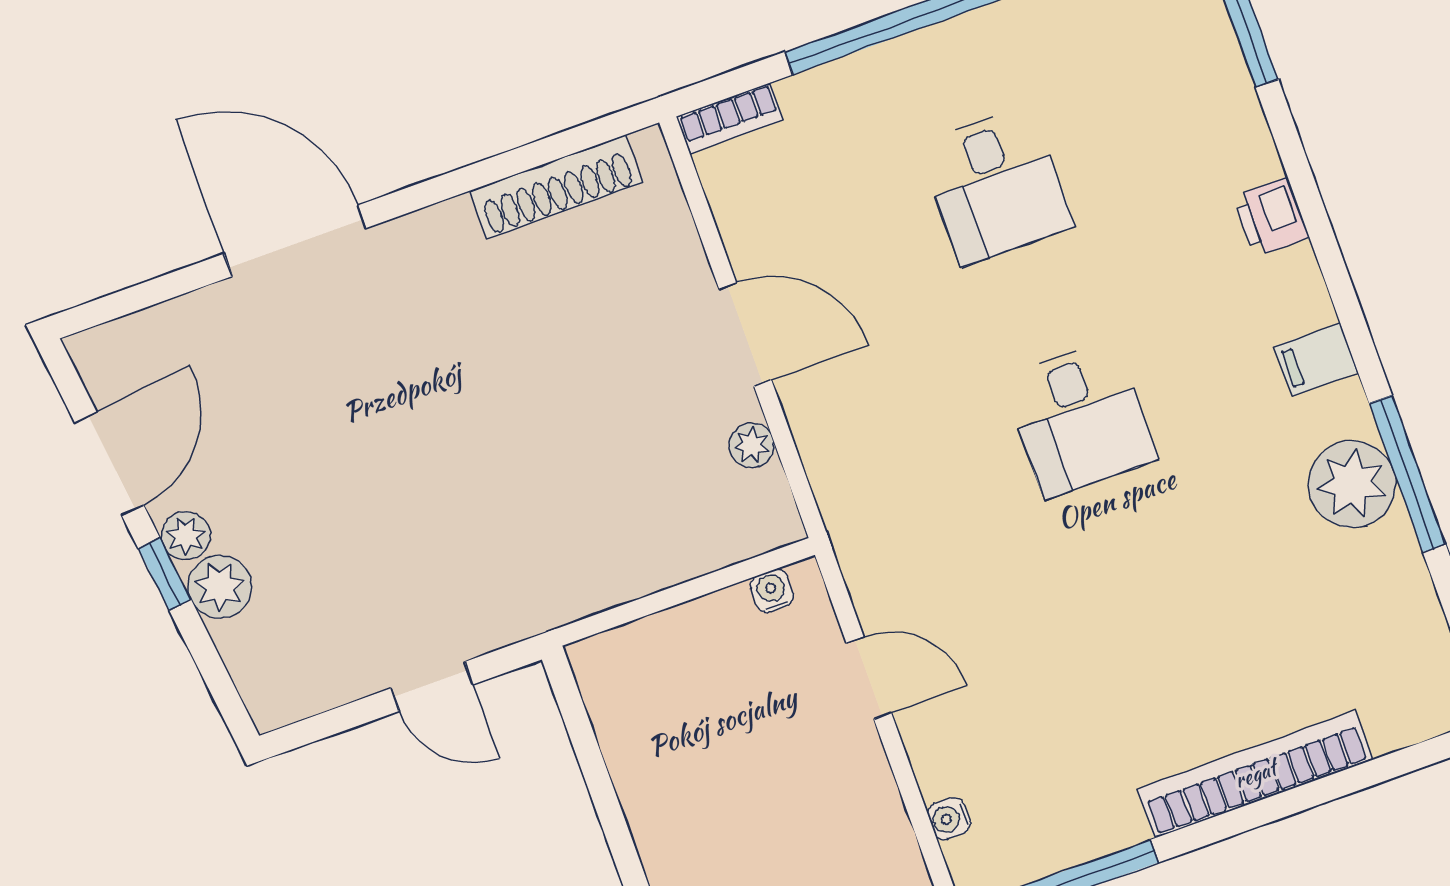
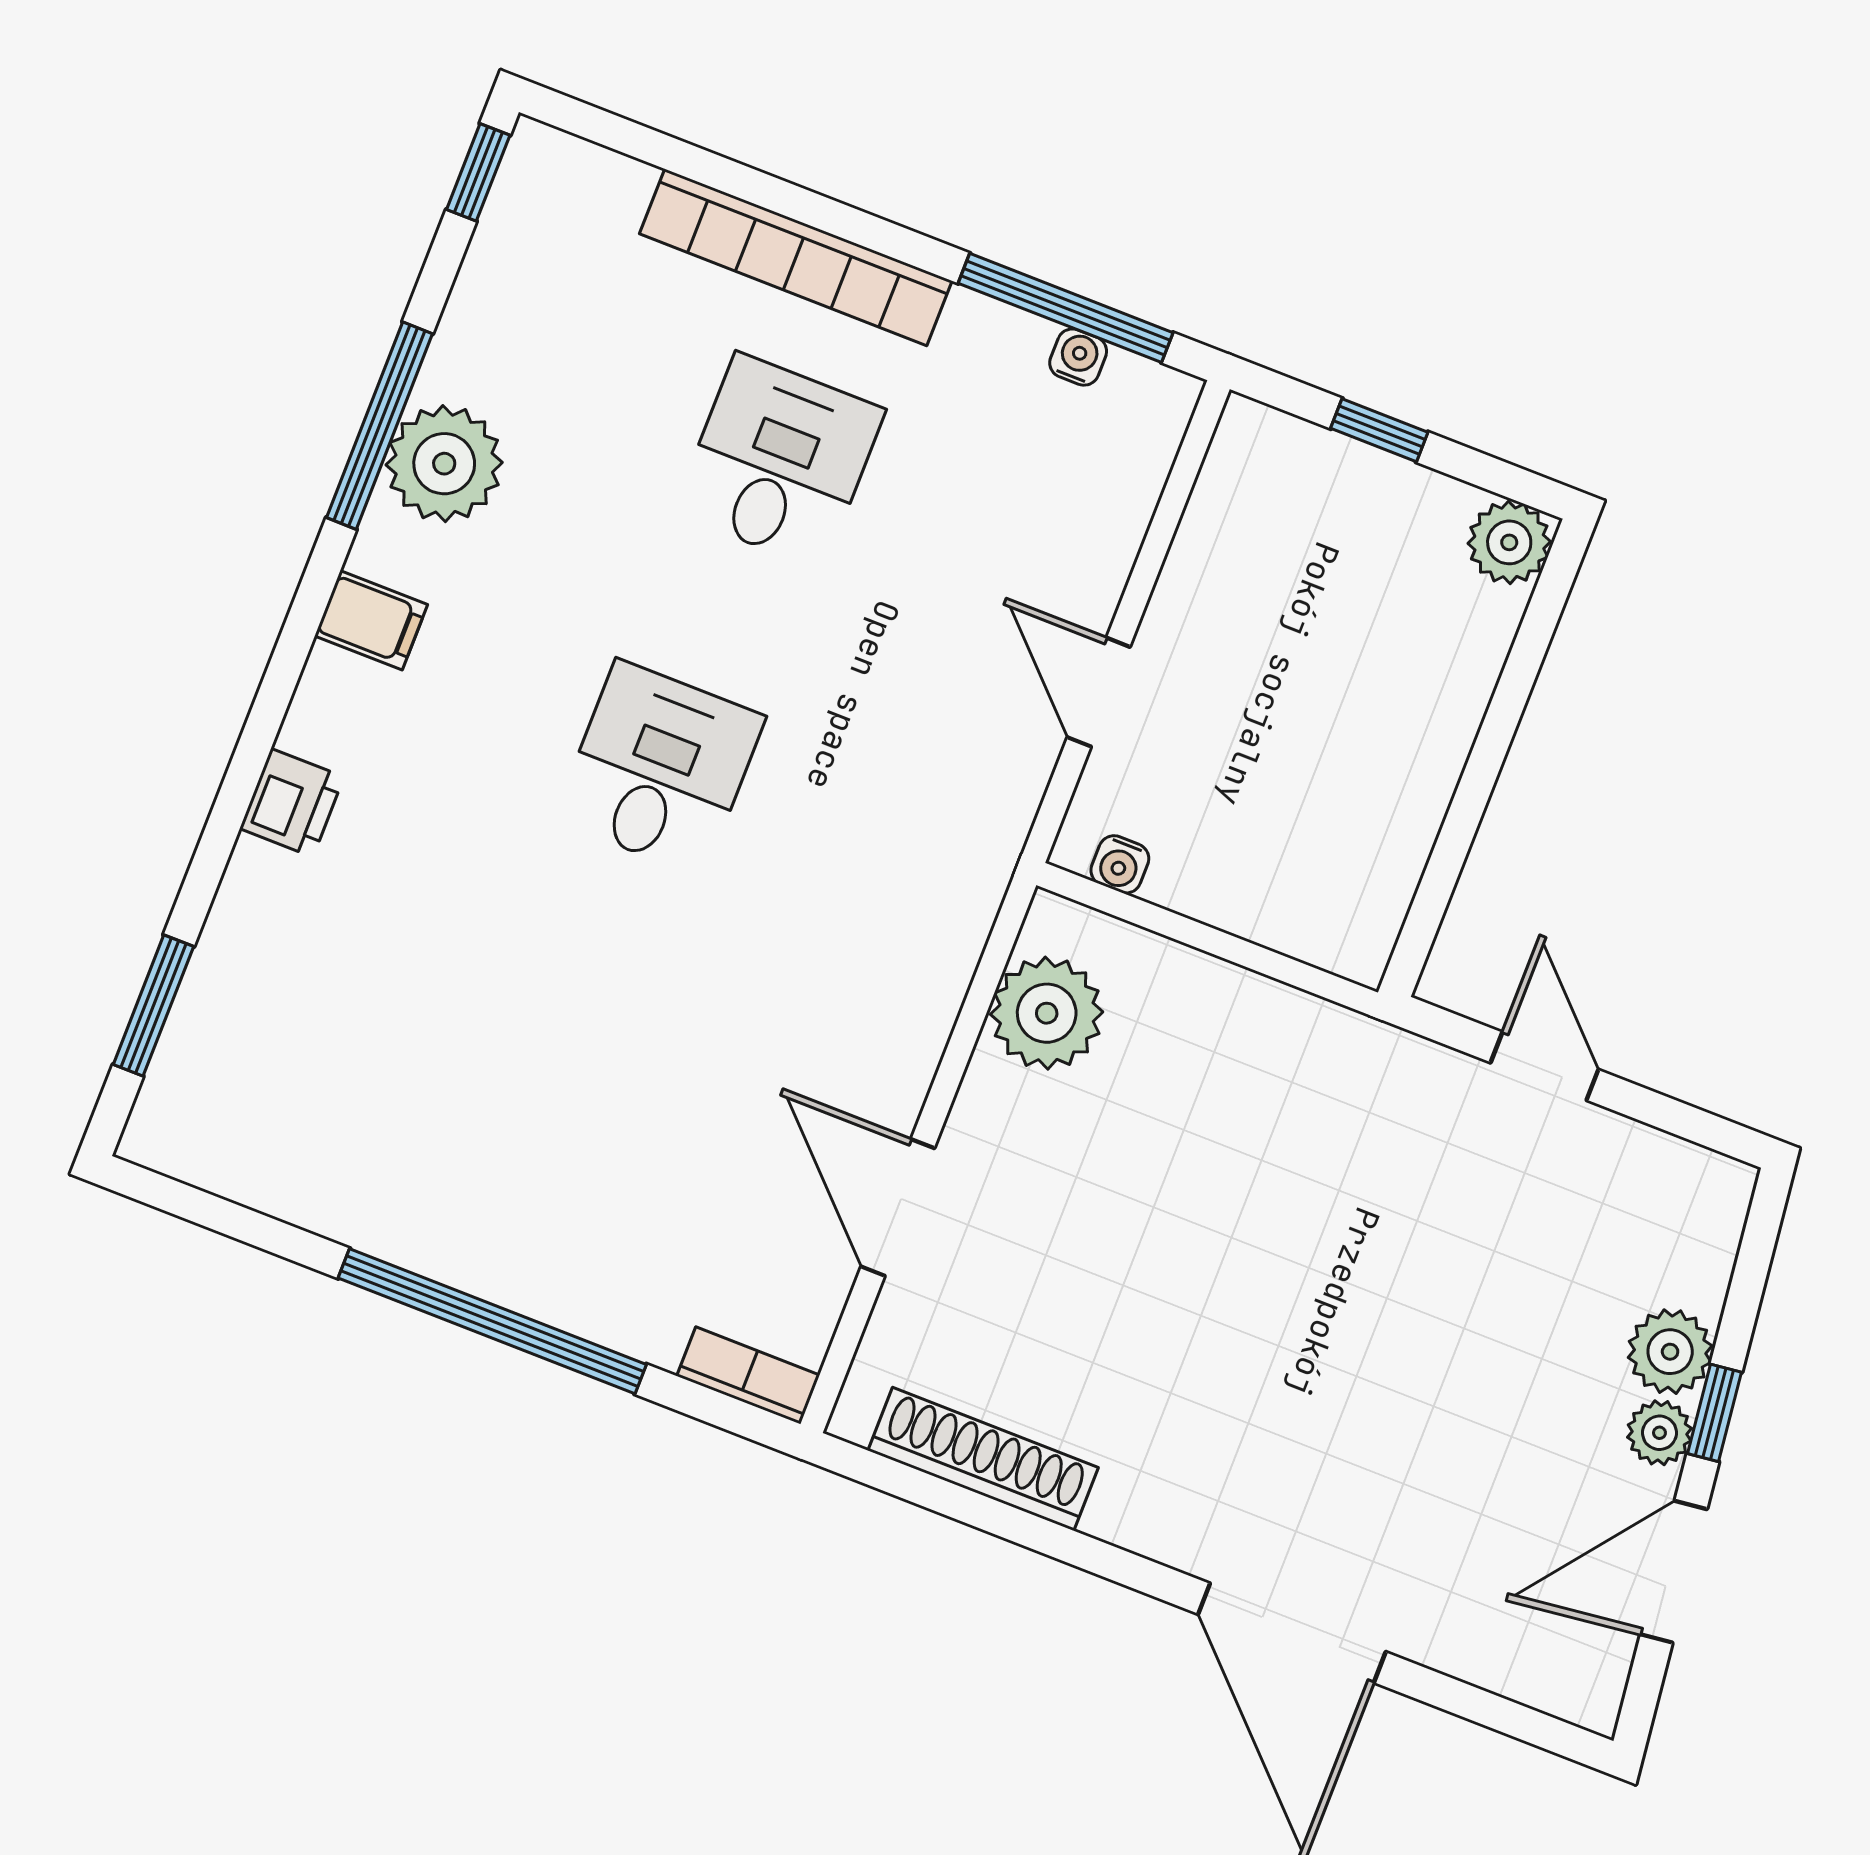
desk: (996, 185) -> (779, 461), moved
door: (745, 334) -> (898, 1207), moved
plant: (752, 445) -> (1047, 1013), width x1.88, depth x1.88
water cooler: (949, 819) -> (1078, 357), moved, turned -90

